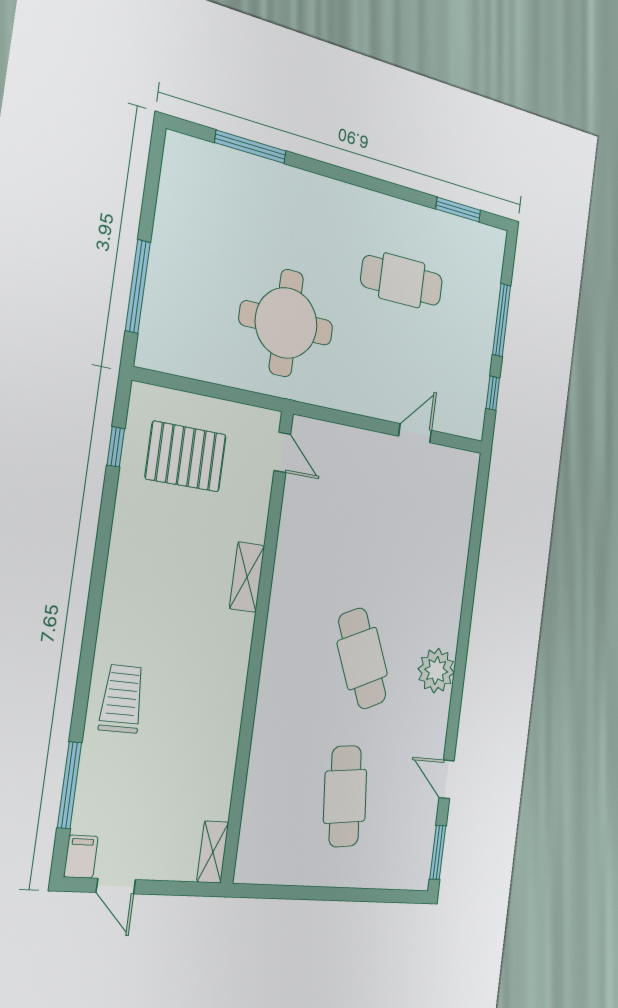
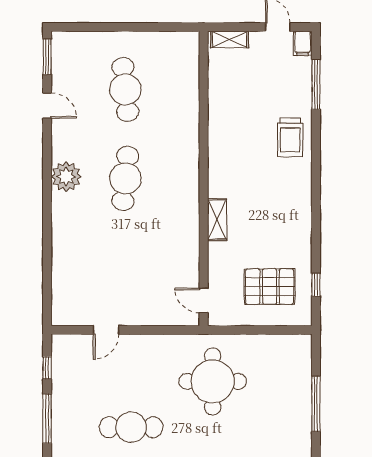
window: (138, 286) -> (316, 404), moved
cafe table: (362, 658) -> (125, 178), turned 30
shelving: (213, 852) -> (229, 40), moved, turned 90

